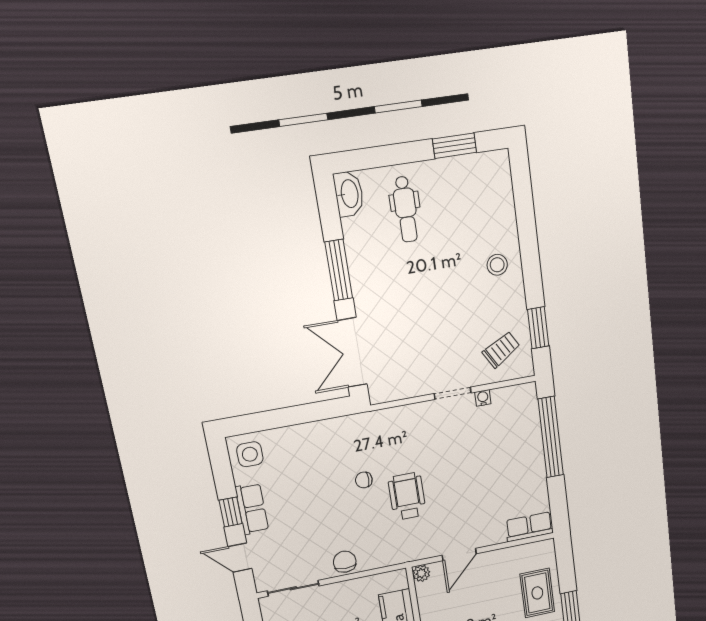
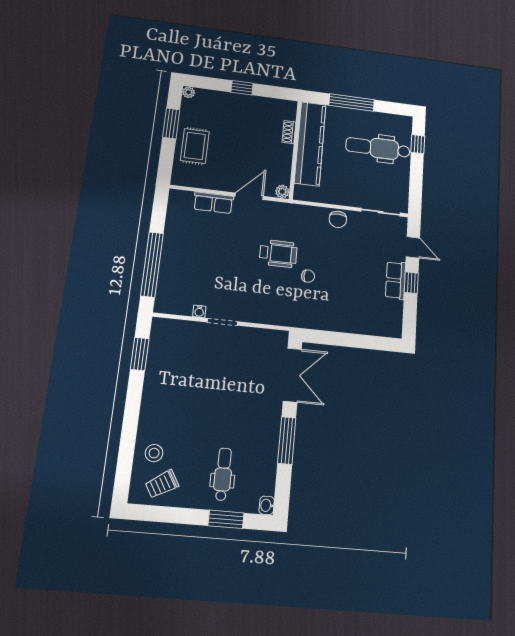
window: (454, 146) -> (226, 519), moved
washbasin: (349, 194) -> (267, 505), width x0.52, depth x0.69
stool: (497, 265) -> (154, 453), moved
trolley: (501, 350) -> (162, 484), moved
side table: (250, 454) -> (387, 321), removed
wheelchair: (407, 496) -> (278, 254), turned -90
row of seats: (529, 527) -> (213, 203), moved

